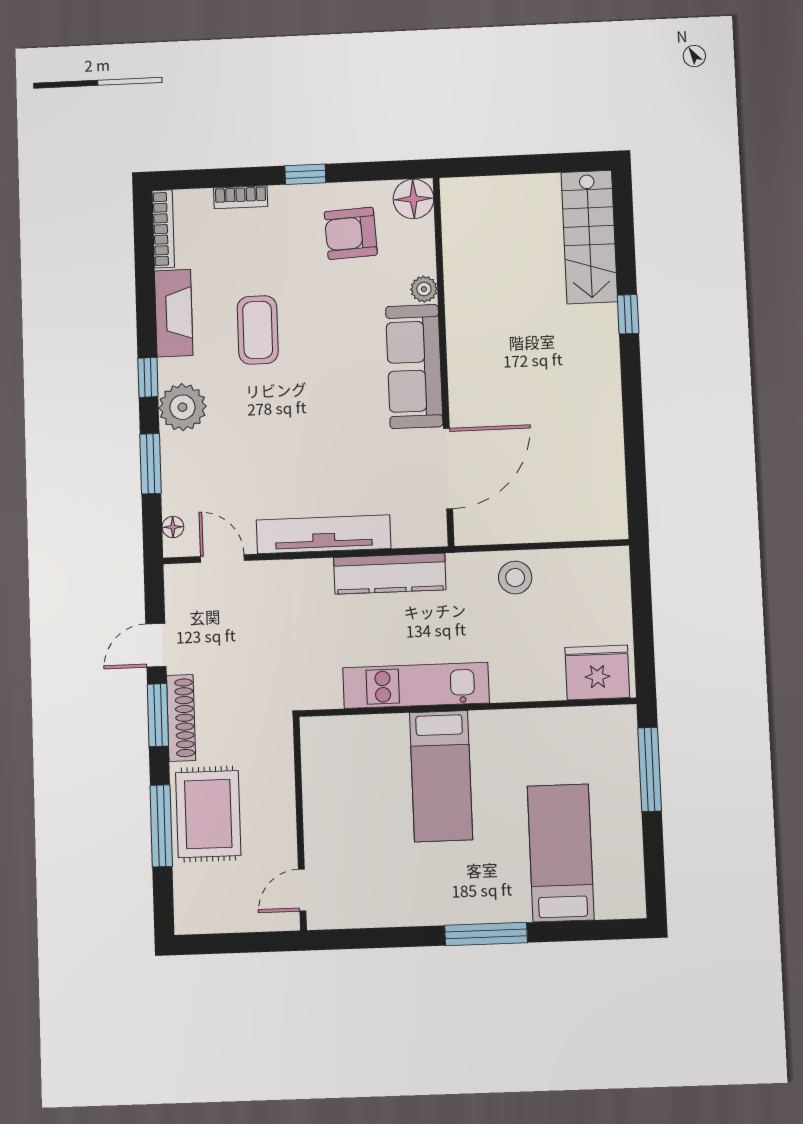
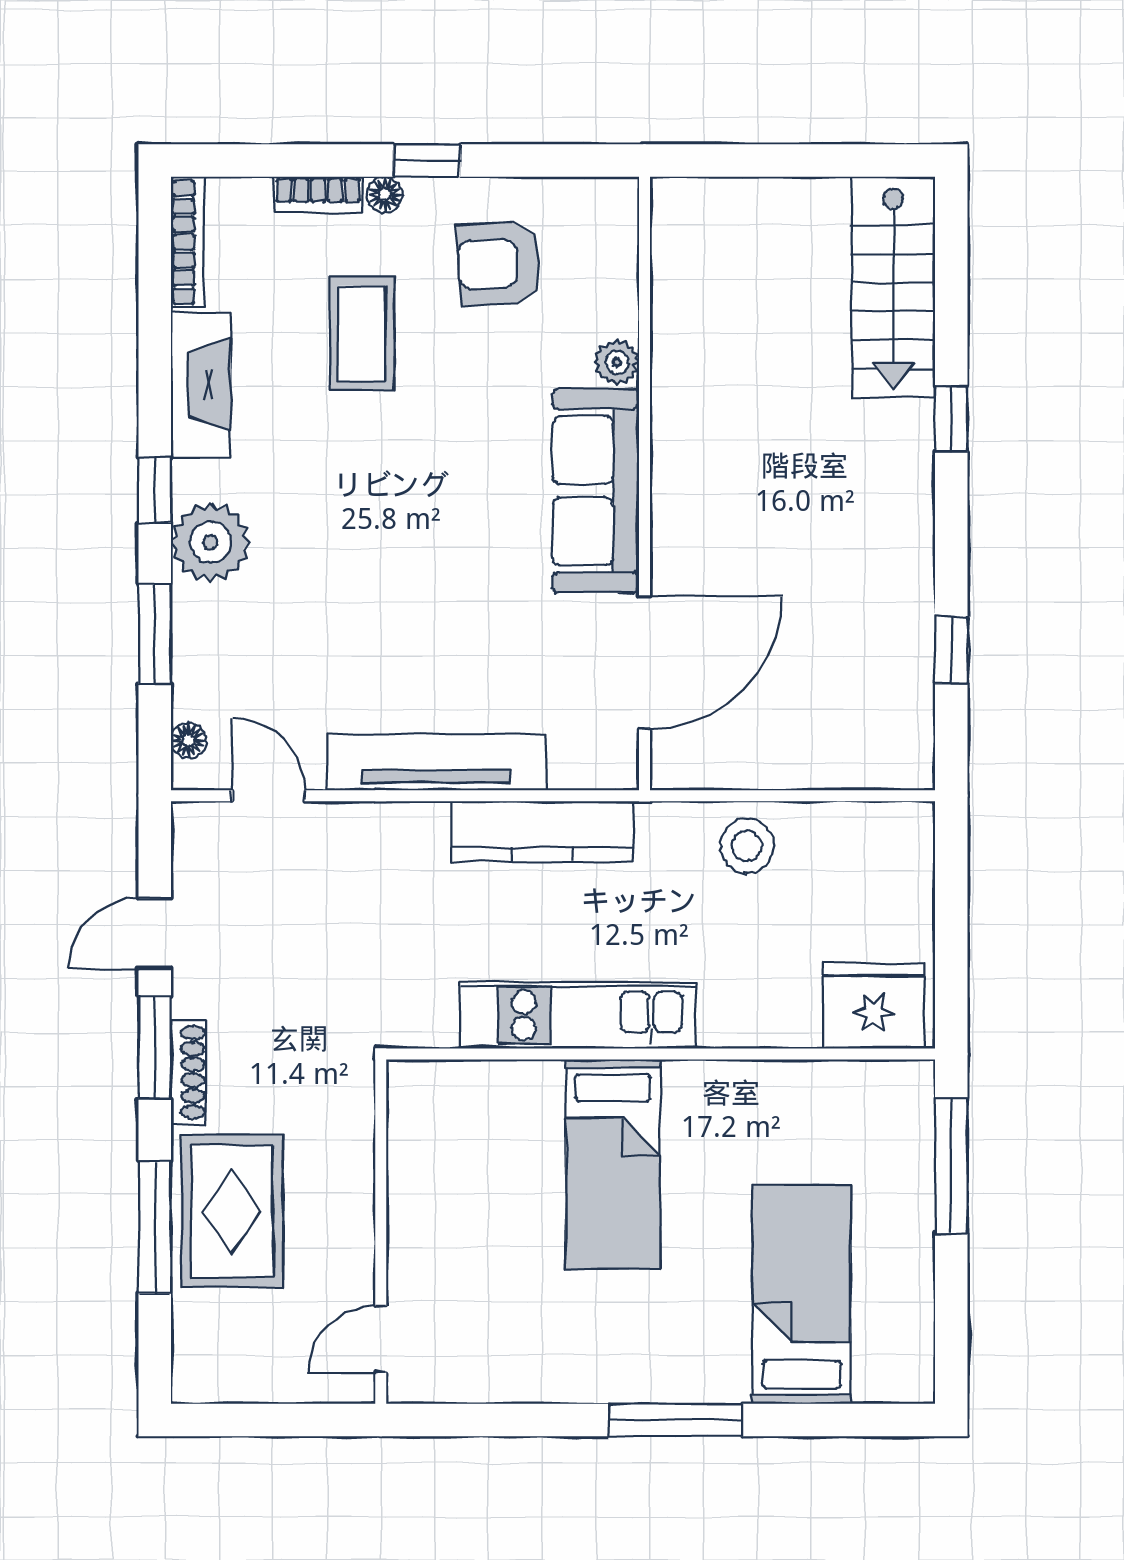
floor lamp: (413, 199) -> (385, 194), moved, width x0.53, depth x0.53
coffee table: (258, 330) -> (362, 334), moved
window: (635, 453) -> (951, 650), added
shoe rack: (181, 718) -> (188, 1072), width x0.74, depth x0.81

